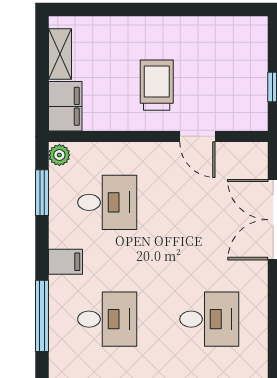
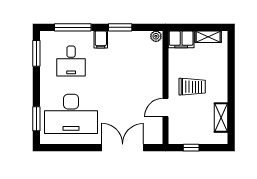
shelving: (216, 29) -> (221, 118), added
window: (42, 193) -> (120, 27), moved
desk: (107, 202) -> (131, 61), removed
desk: (209, 319) -> (71, 114), width x1.87, depth x1.30

